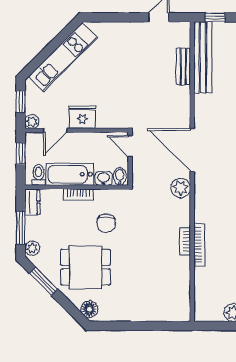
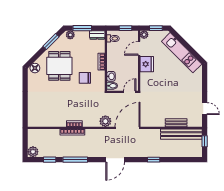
door: (55, 130) -> (139, 48), hinge flipped
bathtub: (70, 174) -> (113, 57), removed

